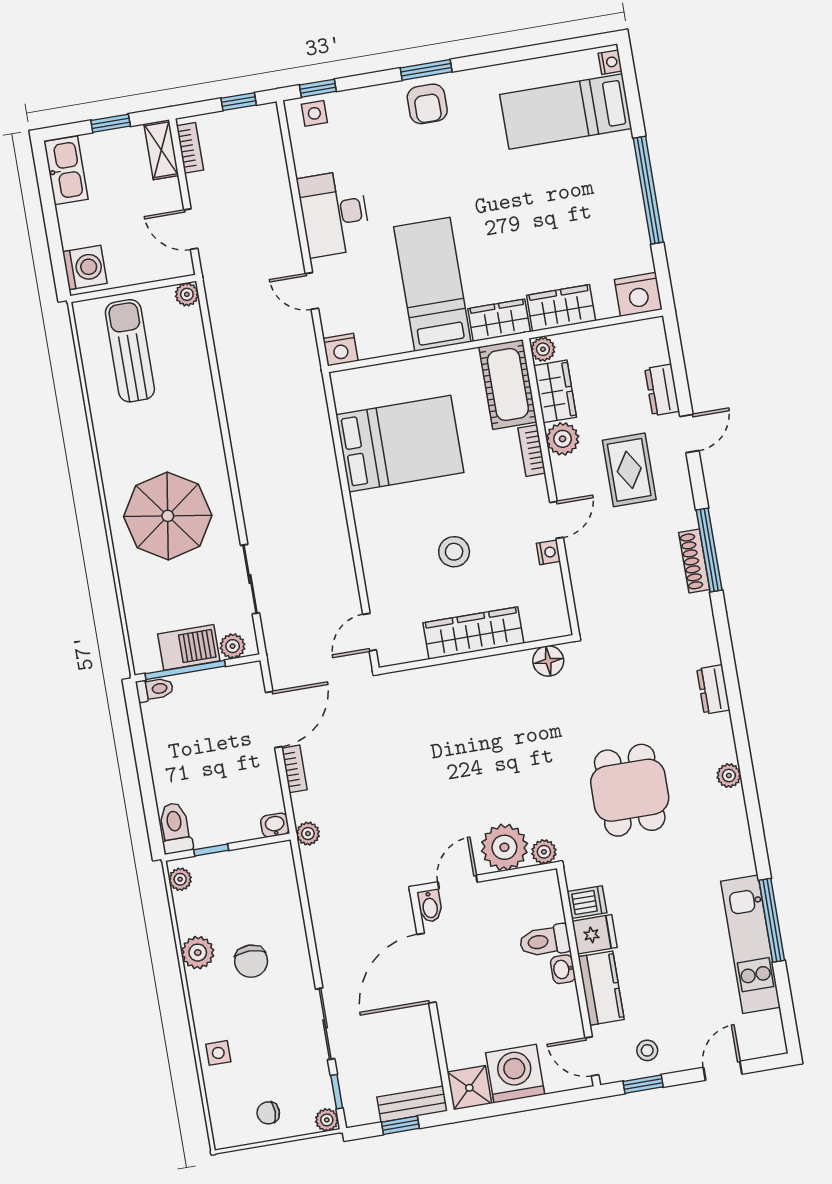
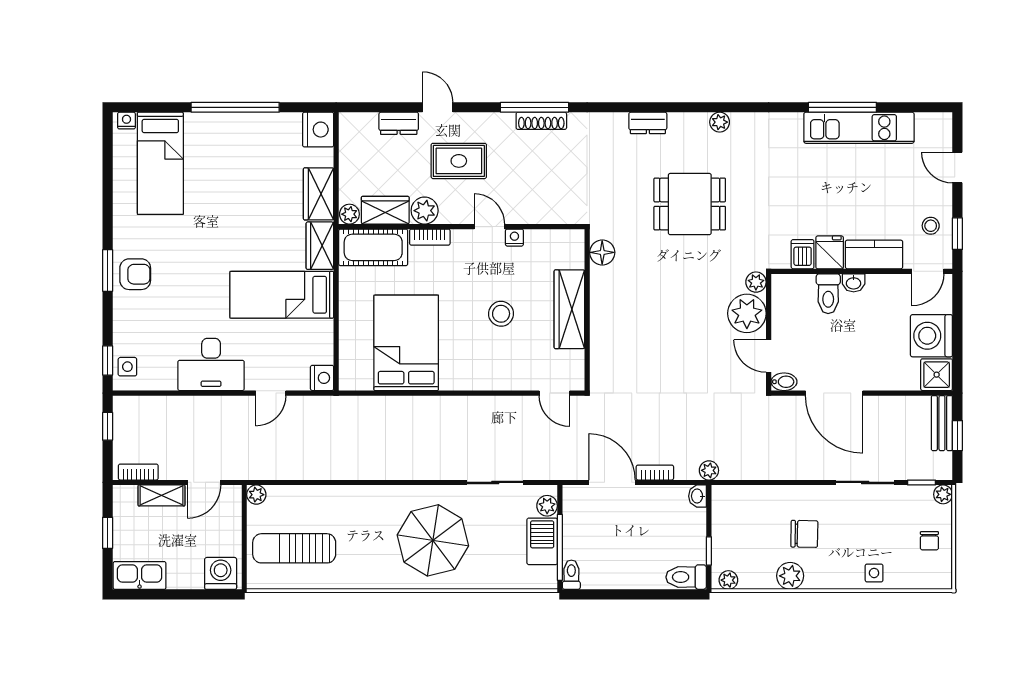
shelving: (161, 150) -> (161, 495), moved
dining table: (630, 790) -> (690, 204), moved

